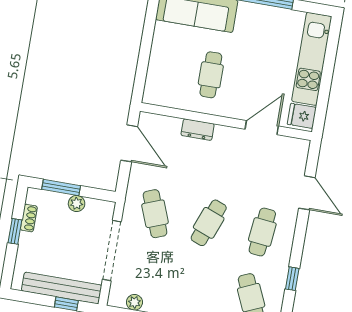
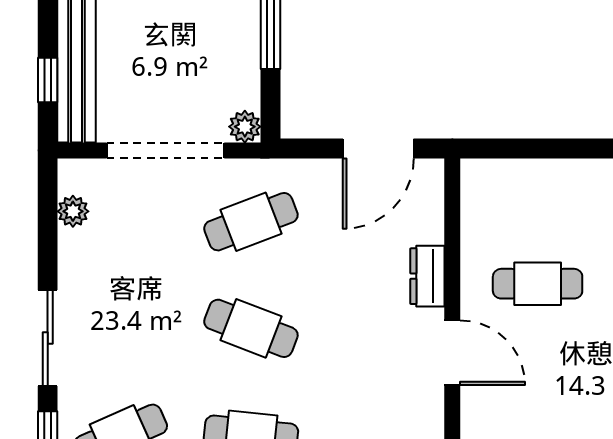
door: (262, 128) -> (452, 353), moved
plant: (77, 203) -> (245, 127), moved

